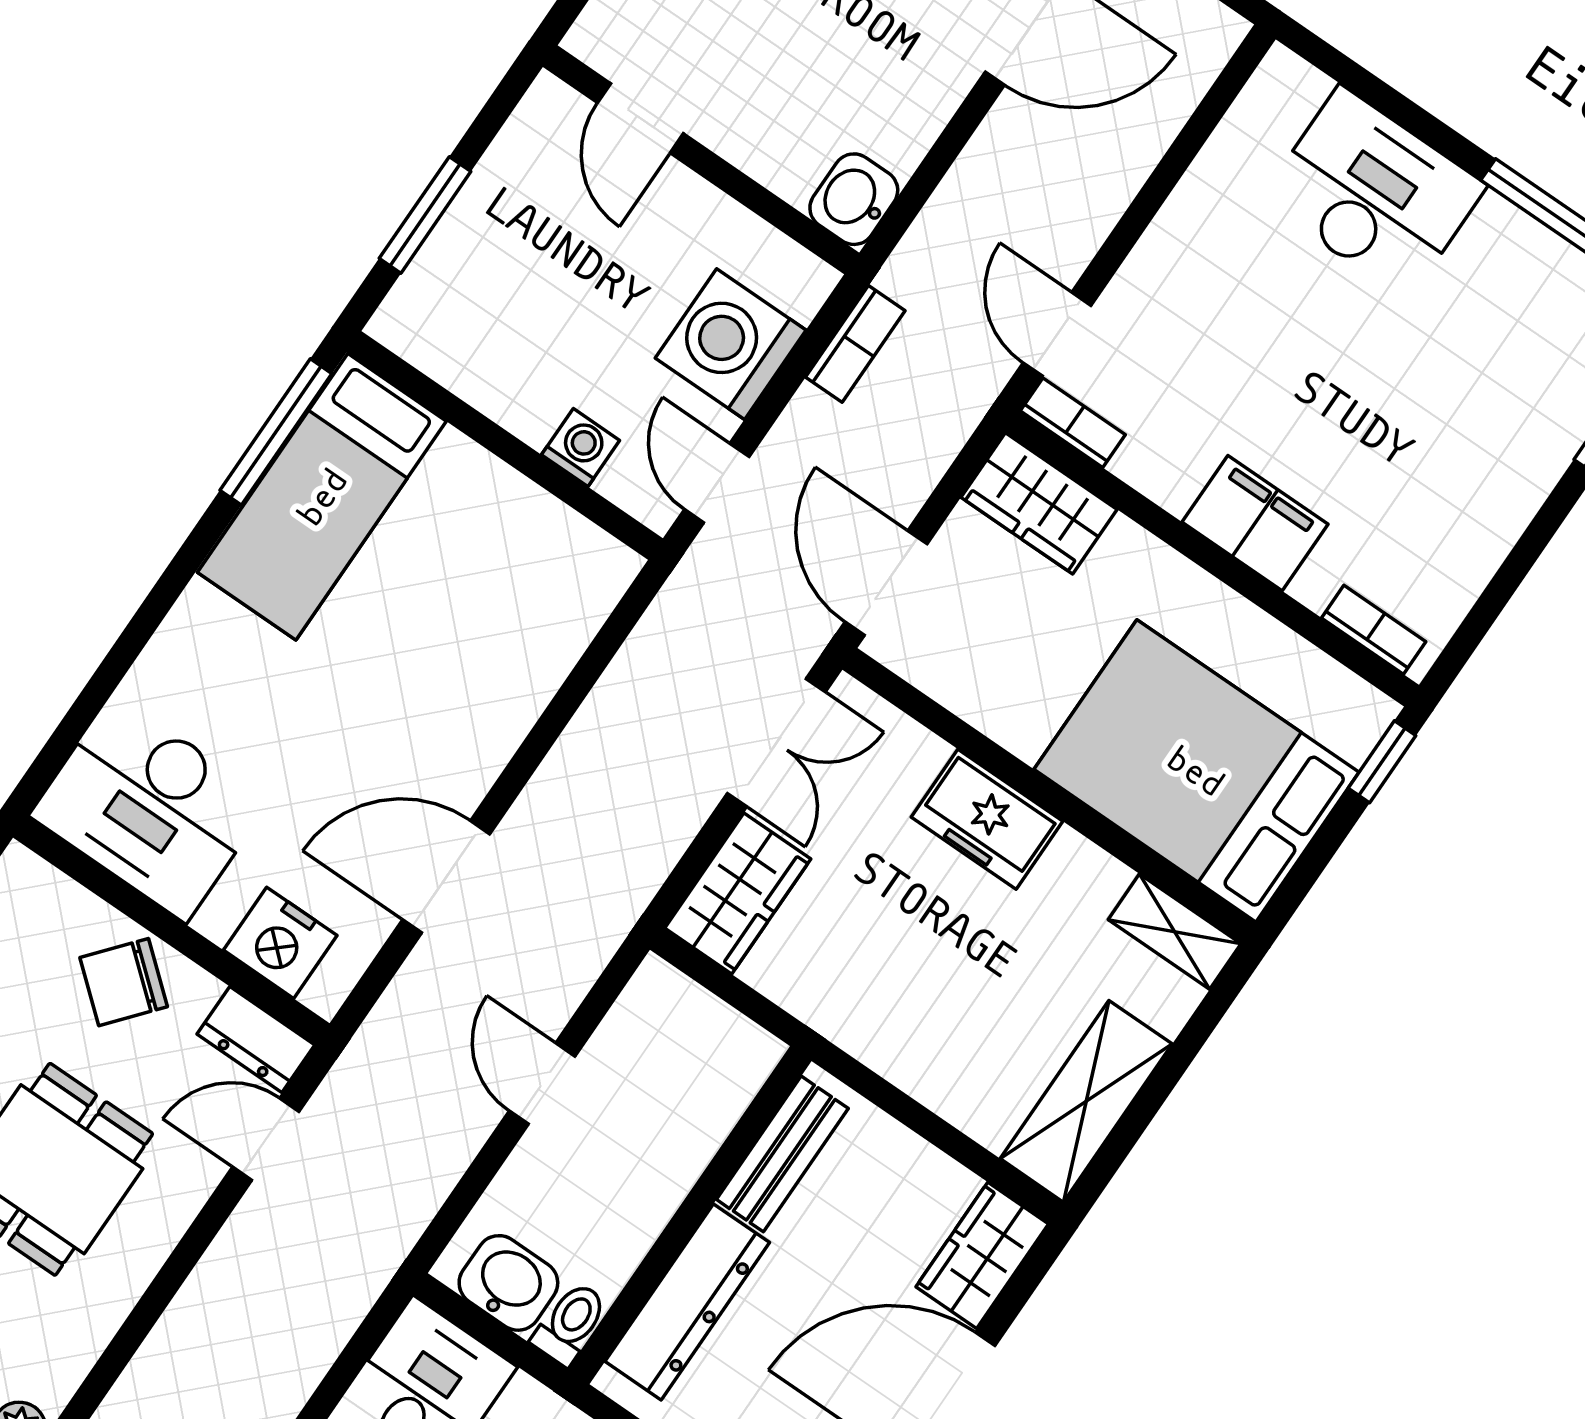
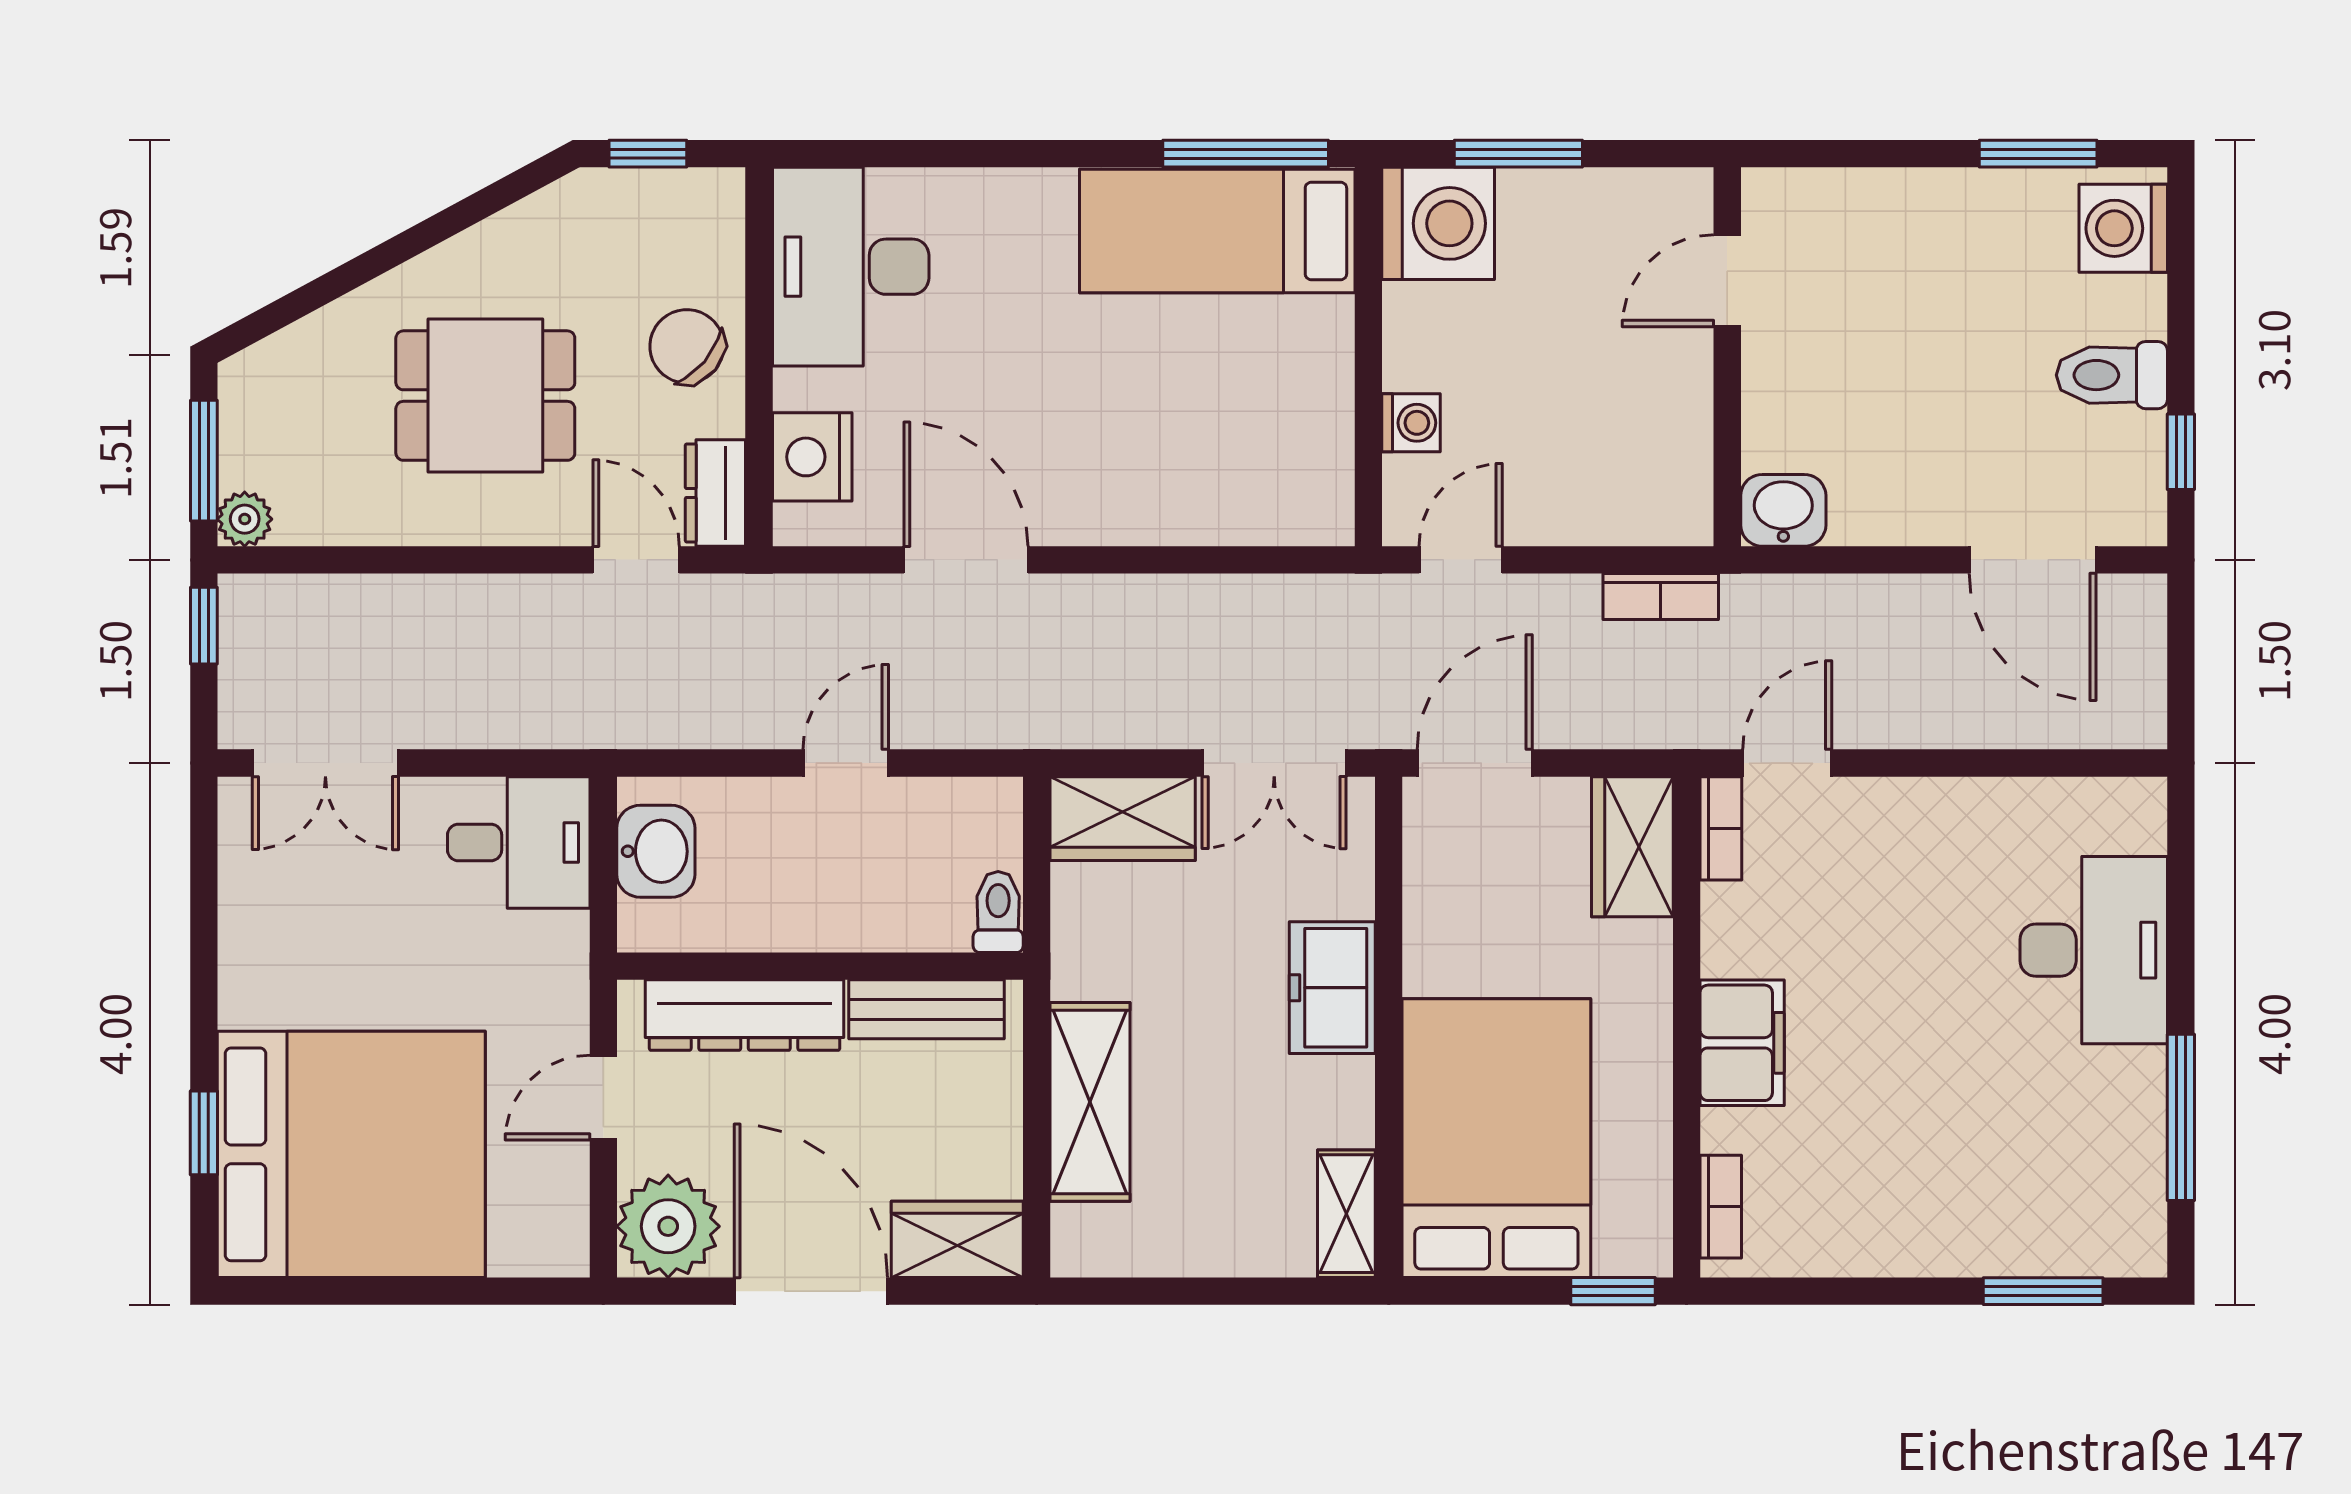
washing machine: (731, 344) -> (1438, 223), moved, turned 90
shelving: (1086, 1101) -> (1090, 1102), moved, turned 90
toilet: (570, 1323) -> (998, 912), moved, turned -90

